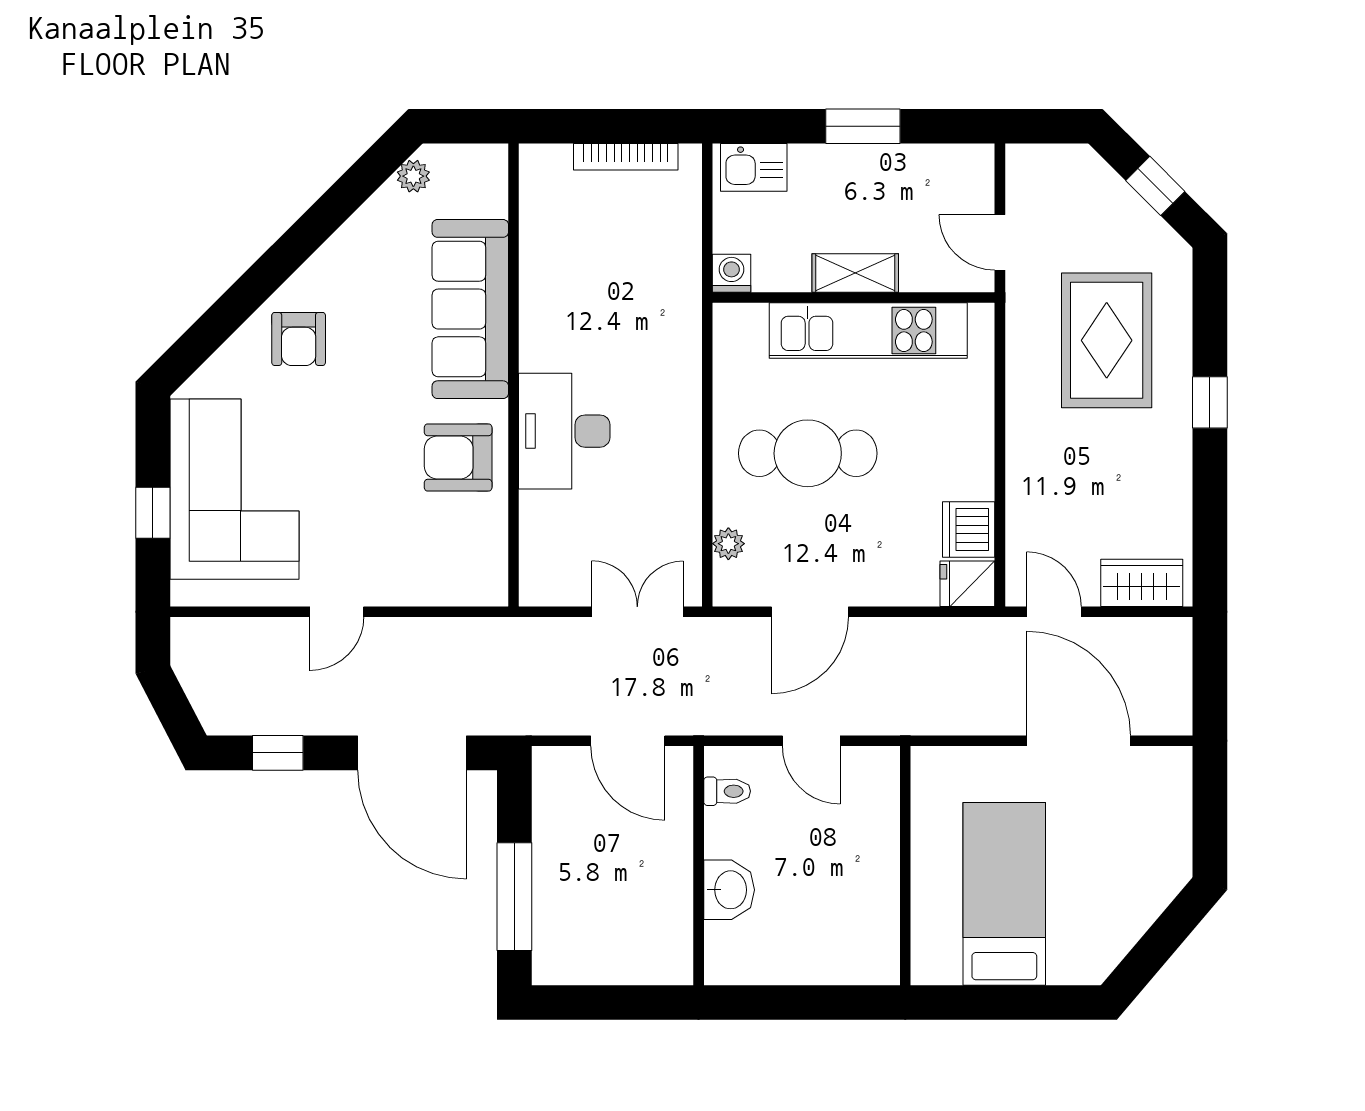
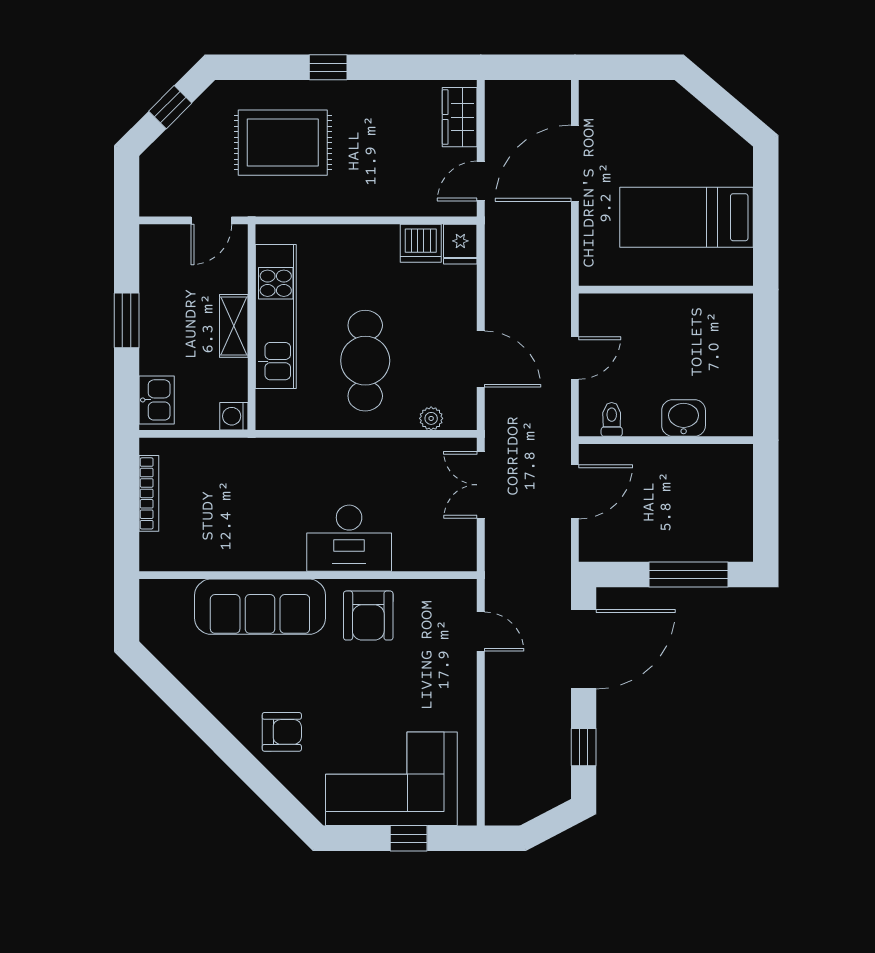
plant: (413, 176) -> (163, 648), removed
door: (337, 612) -> (481, 632), moved

